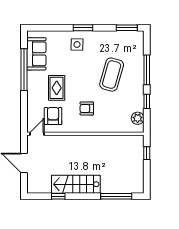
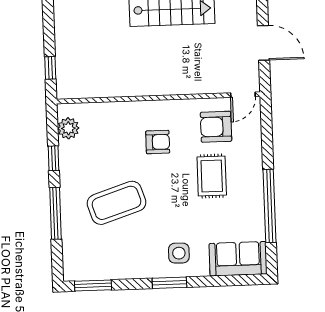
sofa: (36, 54) -> (238, 259), moved, turned 90
coffee table: (112, 75) -> (116, 203), turned 56
armchair: (53, 116) -> (216, 127), turned 90

